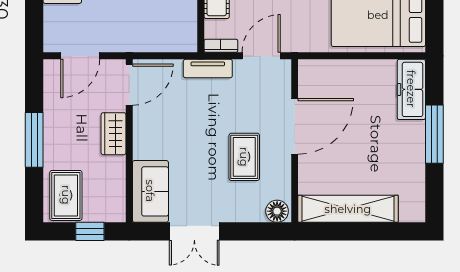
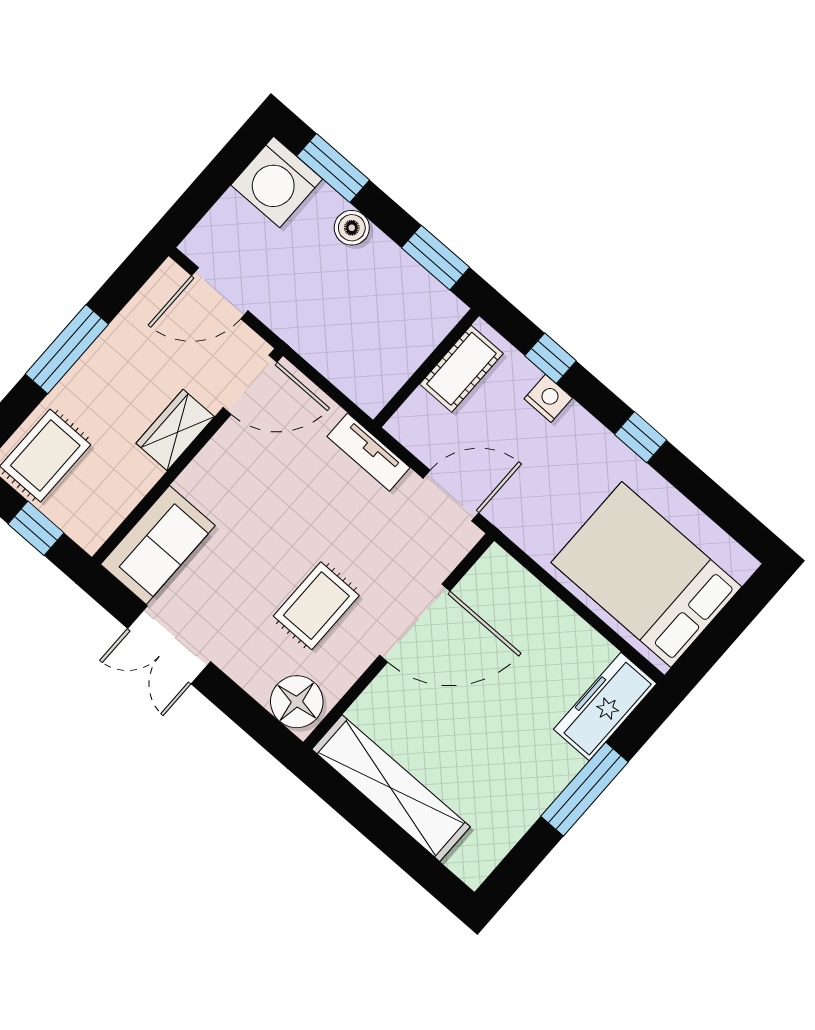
bookcase: (221, 46) -> (411, 438), removed
floor lamp: (277, 211) -> (297, 702), width x1.38, depth x1.38

